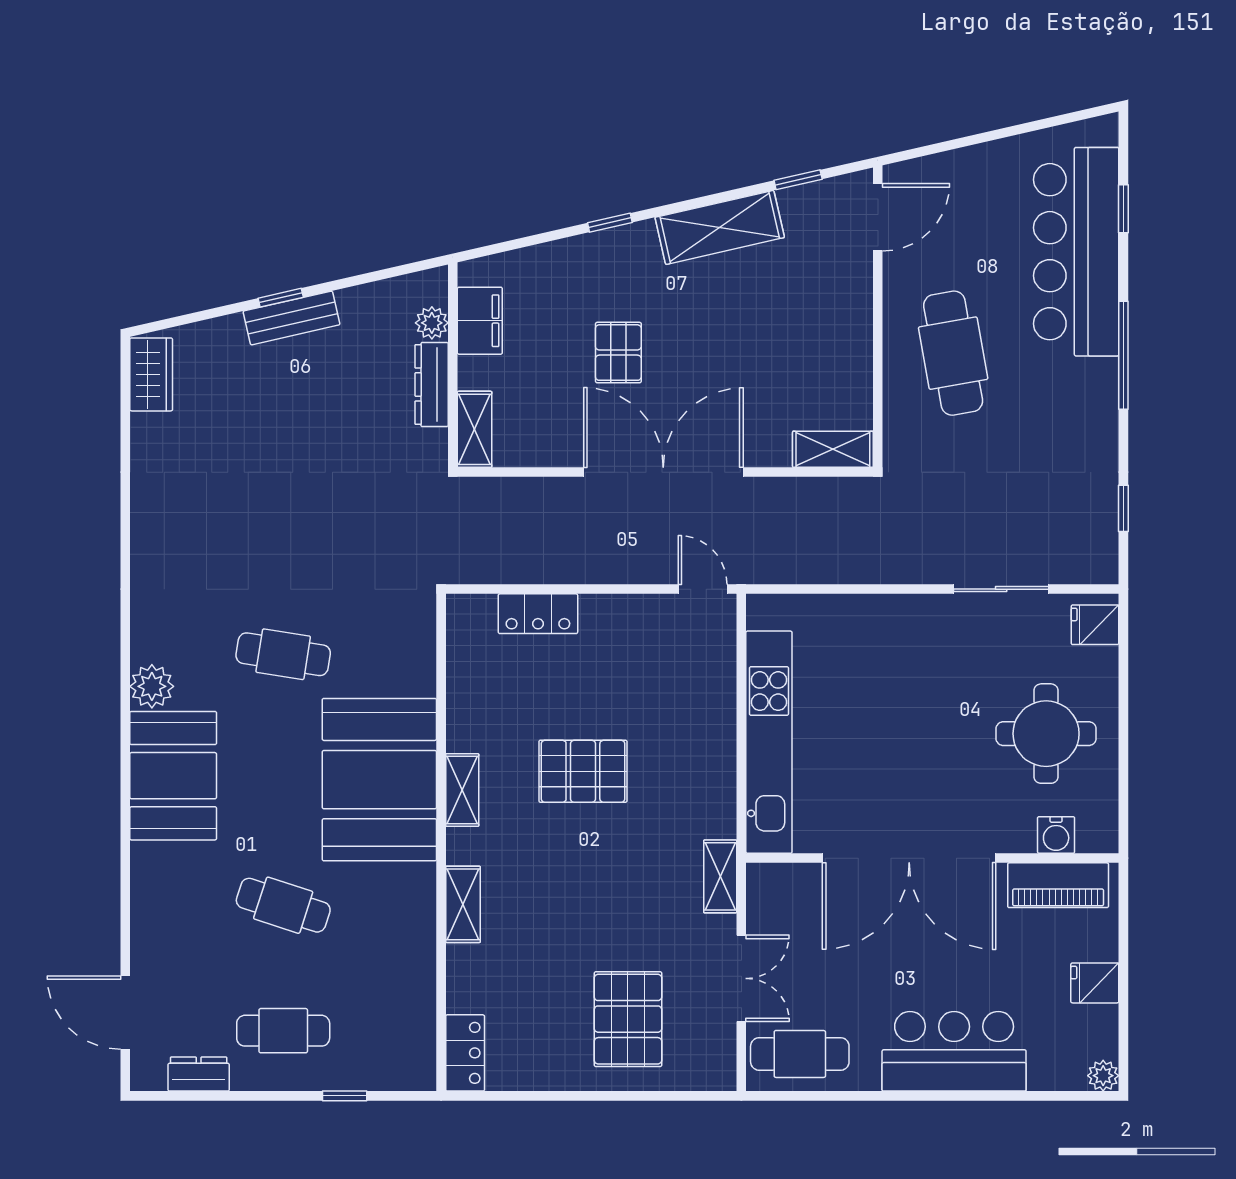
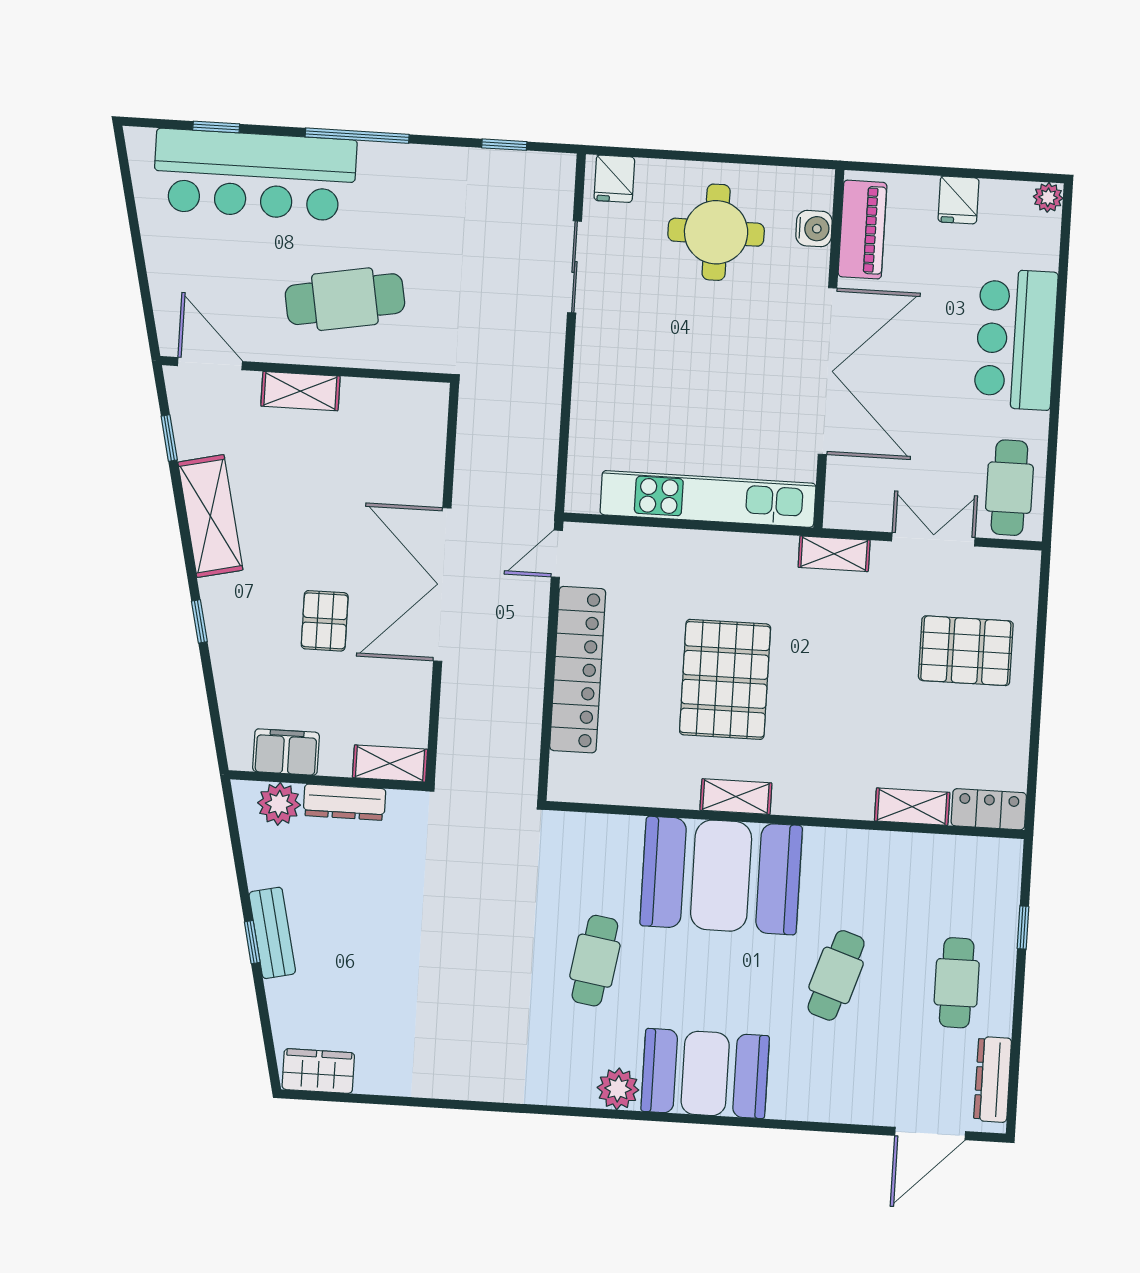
plant: (432, 323) -> (279, 804), width x1.38, depth x1.38
pallet: (618, 353) -> (325, 621), turned 90
shelving: (833, 449) -> (300, 391), moved, turned 90
locker: (538, 614) -> (578, 670), width x2.16, depth x1.21
pallet: (583, 771) -> (725, 679), width x1.37, depth x1.41
shelving: (463, 904) -> (912, 807), moved
dresser: (199, 1074) -> (993, 1079), width x1.44

